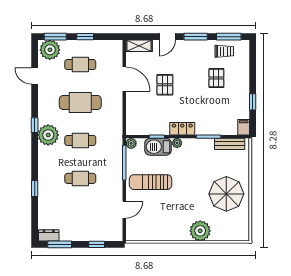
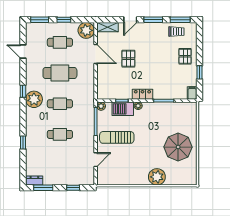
plant: (50, 50) -> (86, 30), moved
pallet: (216, 78) -> (185, 56), moved
bench: (230, 144) -> (181, 106), removed

